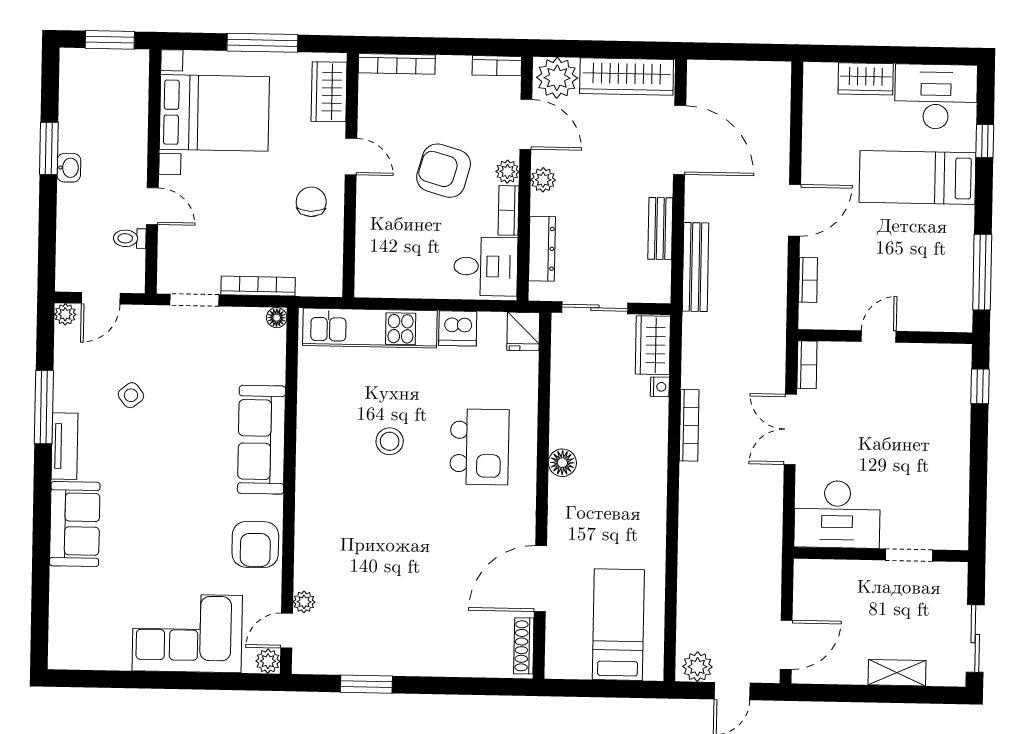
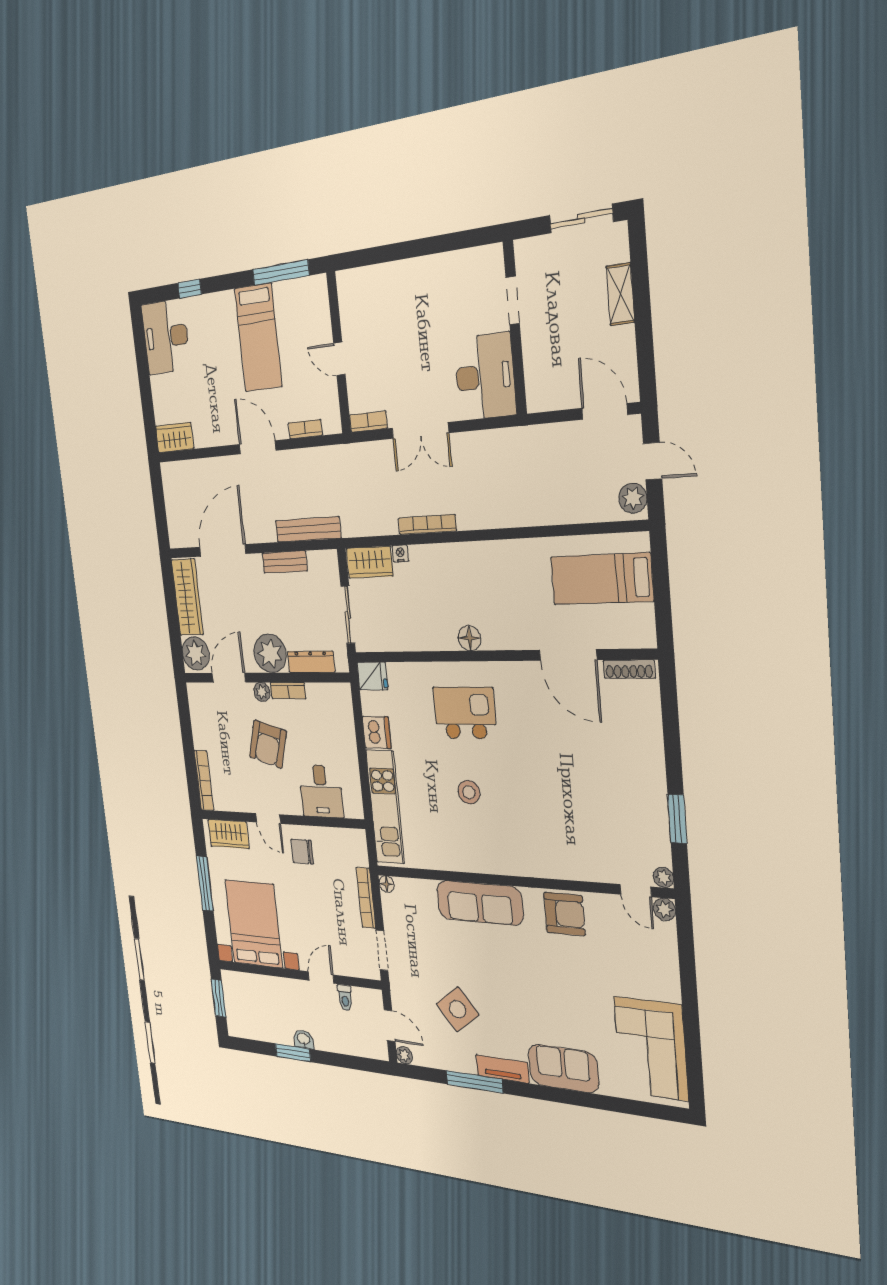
bookcase: (497, 66) -> (195, 702), removed
wardrobe: (866, 79) -> (174, 438), moved, turned -90
door: (351, 157) -> (268, 818), swing flipped
bed: (918, 178) -> (258, 338), moved
plant: (543, 180) -> (270, 653), width x1.88, depth x1.88
desk: (486, 266) -> (321, 791), moved, turned 180
window: (980, 386) -> (367, 257), removed
side table: (131, 395) -> (458, 1009), width x1.87, depth x1.87
plant: (304, 602) -> (663, 877), moved
corner sofa: (187, 633) -> (651, 1049), moved

